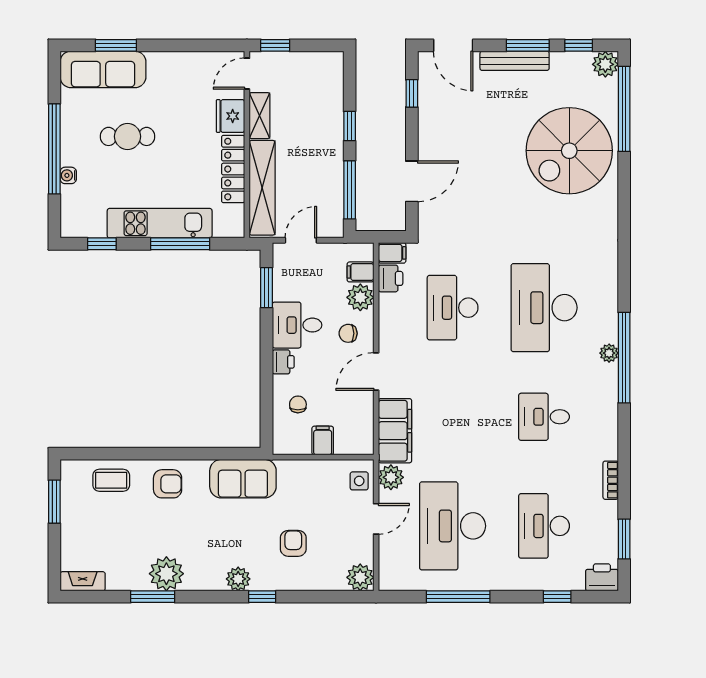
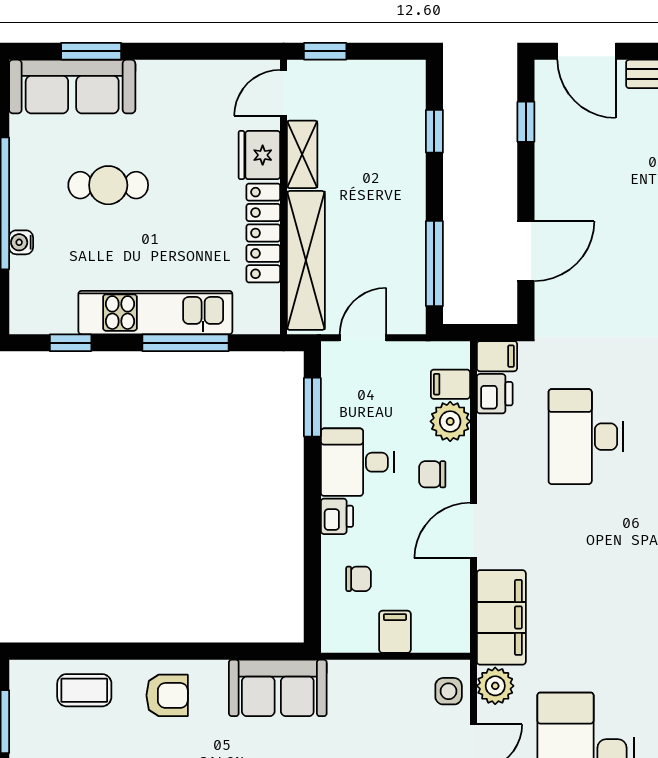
window: (350, 126) -> (434, 131), moved
chair: (298, 404) -> (359, 579), turned 90

